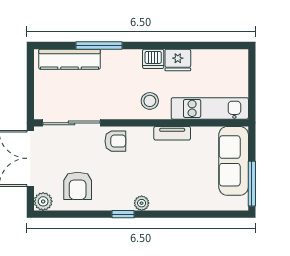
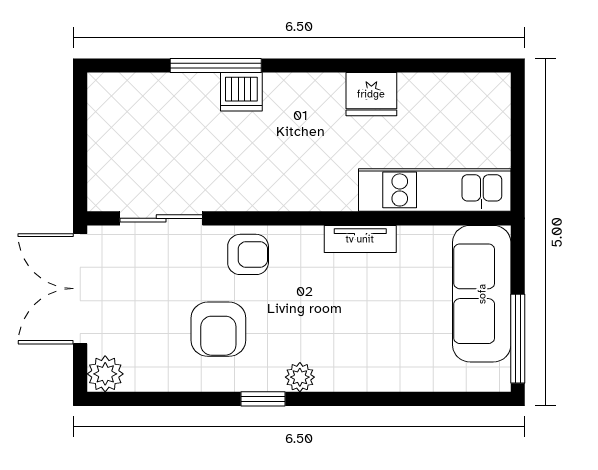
kitchen counter: (70, 59) -> (157, 93), removed
dishwasher: (153, 59) -> (241, 92), moved
stool: (150, 101) -> (316, 175), removed
sliding door: (71, 123) -> (161, 218), width x0.73
armchair: (78, 186) -> (218, 329), moved

